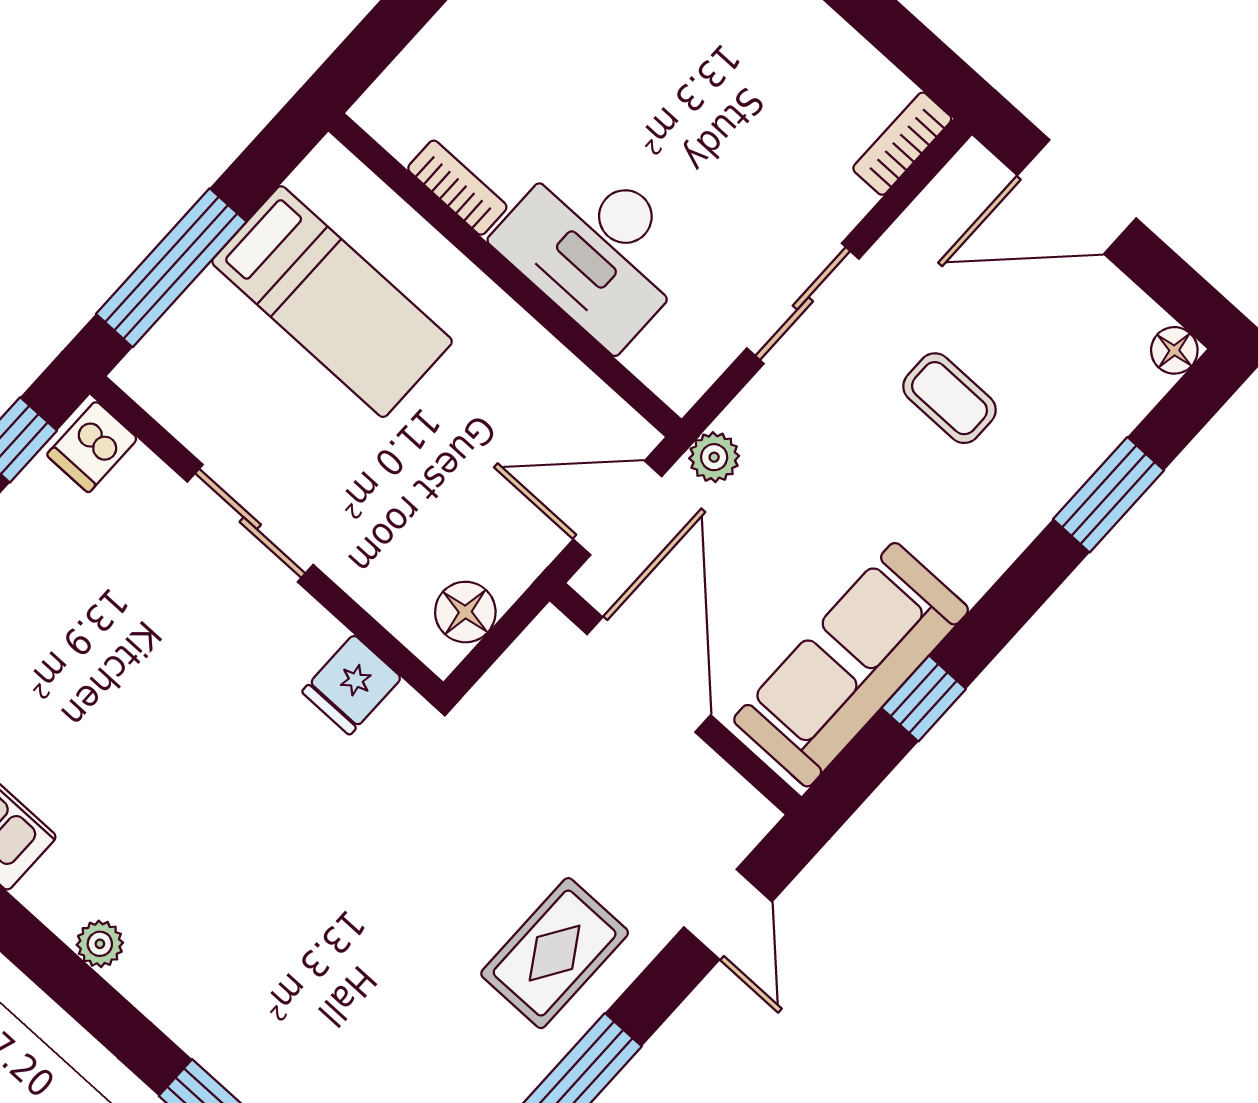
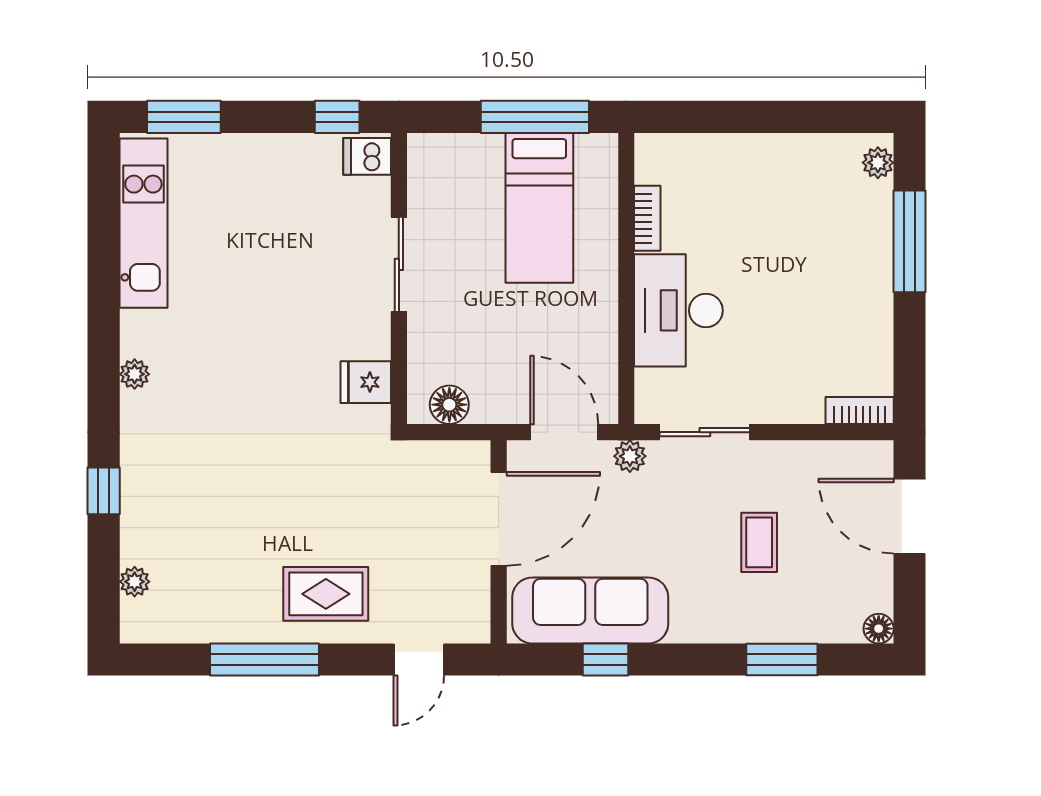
window: (171, 268) -> (535, 117), moved
sliding door: (803, 303) -> (705, 432), moved

